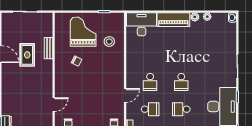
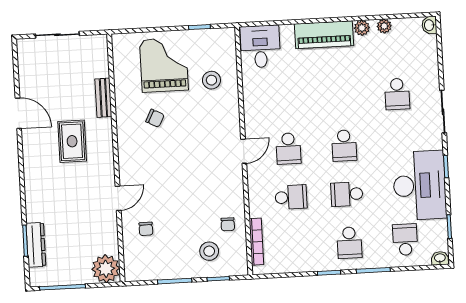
desk: (142, 24) -> (260, 46), width x0.73
rug: (27, 55) -> (72, 141), moved
school desk: (212, 55) -> (397, 94), added
door: (125, 95) -> (244, 151), moved

